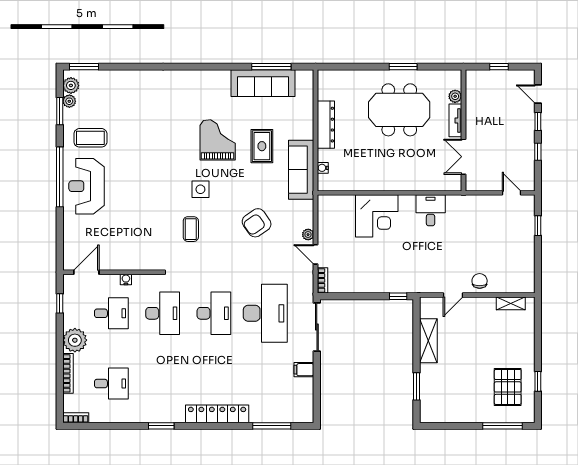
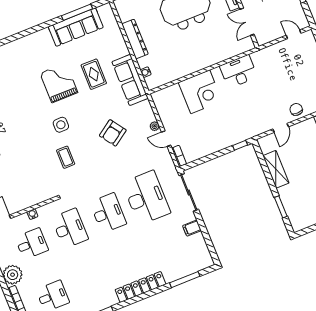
desk: (431, 210) -> (239, 72), width x1.37

